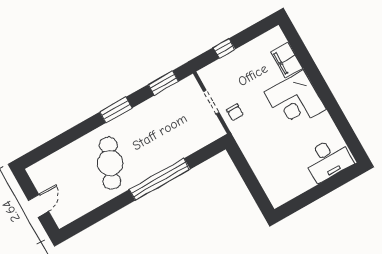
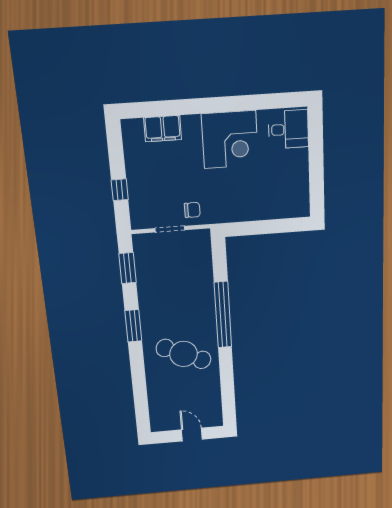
corner desk: (295, 101) -> (230, 140), moved
desk: (328, 159) -> (288, 129), width x0.73

